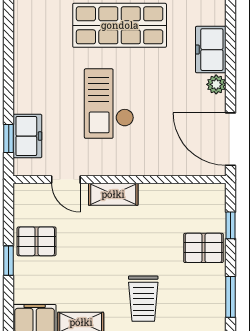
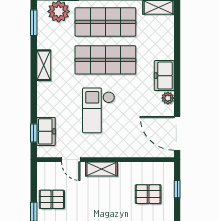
shelving: (24, 34) -> (44, 65), added
pallet: (204, 248) -> (148, 194), moved

